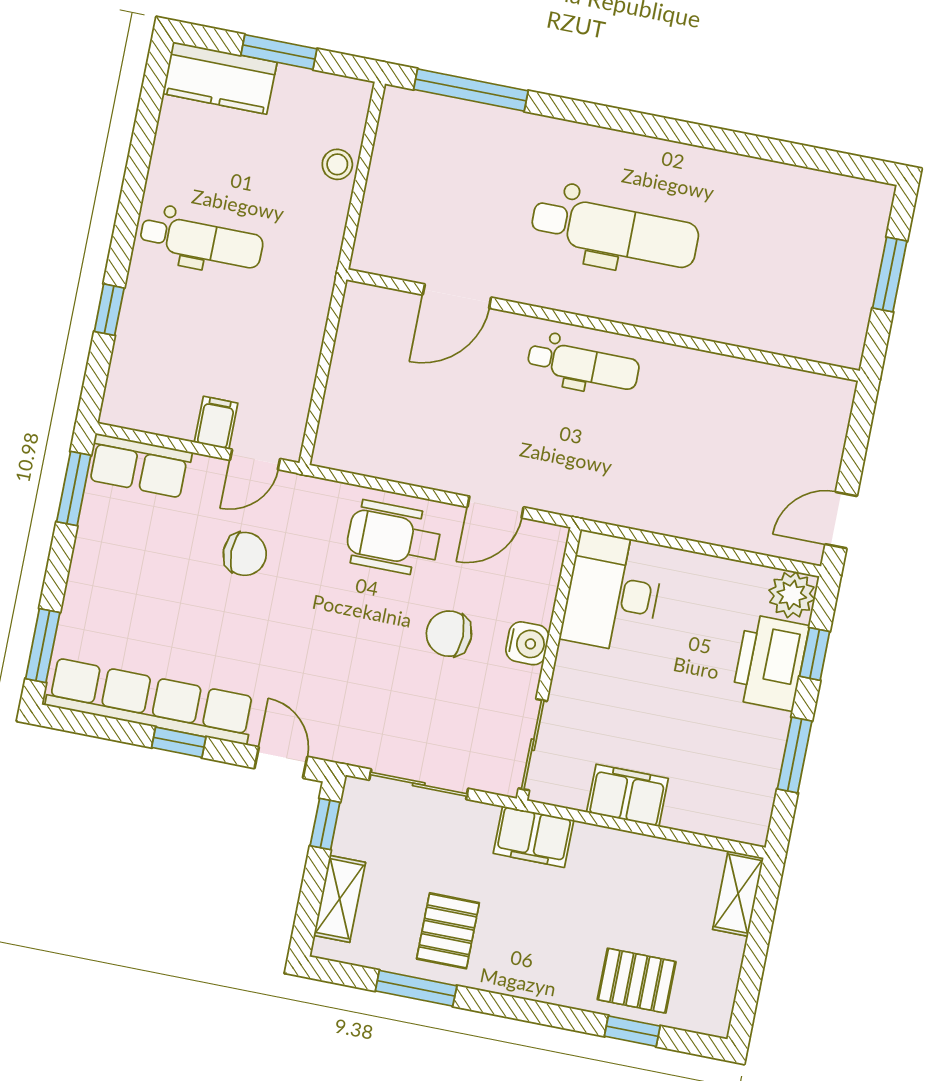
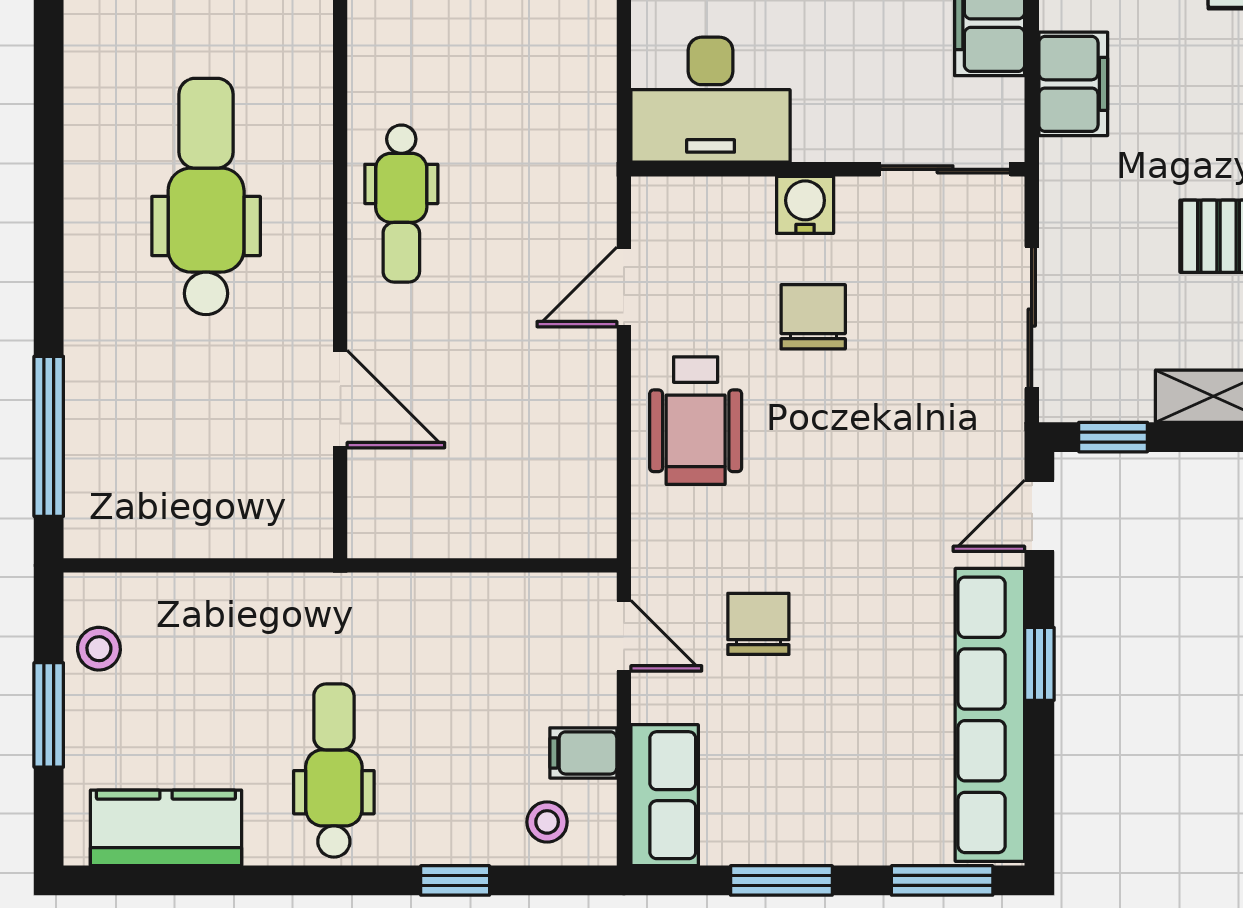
kitchen counter: (220, 78) -> (166, 828), moved, turned -90
stool: (337, 164) -> (99, 649), moved
dental chair: (583, 365) -> (401, 204), turned 180
stool: (137, 381) -> (547, 822), added
filing cabinet: (216, 423) -> (583, 753), moved
window: (74, 489) -> (781, 880), moved
door: (495, 507) -> (624, 287), swing flipped
chair: (449, 634) -> (813, 317), turned 180
filing cabinet: (533, 837) -> (1073, 84), moved

